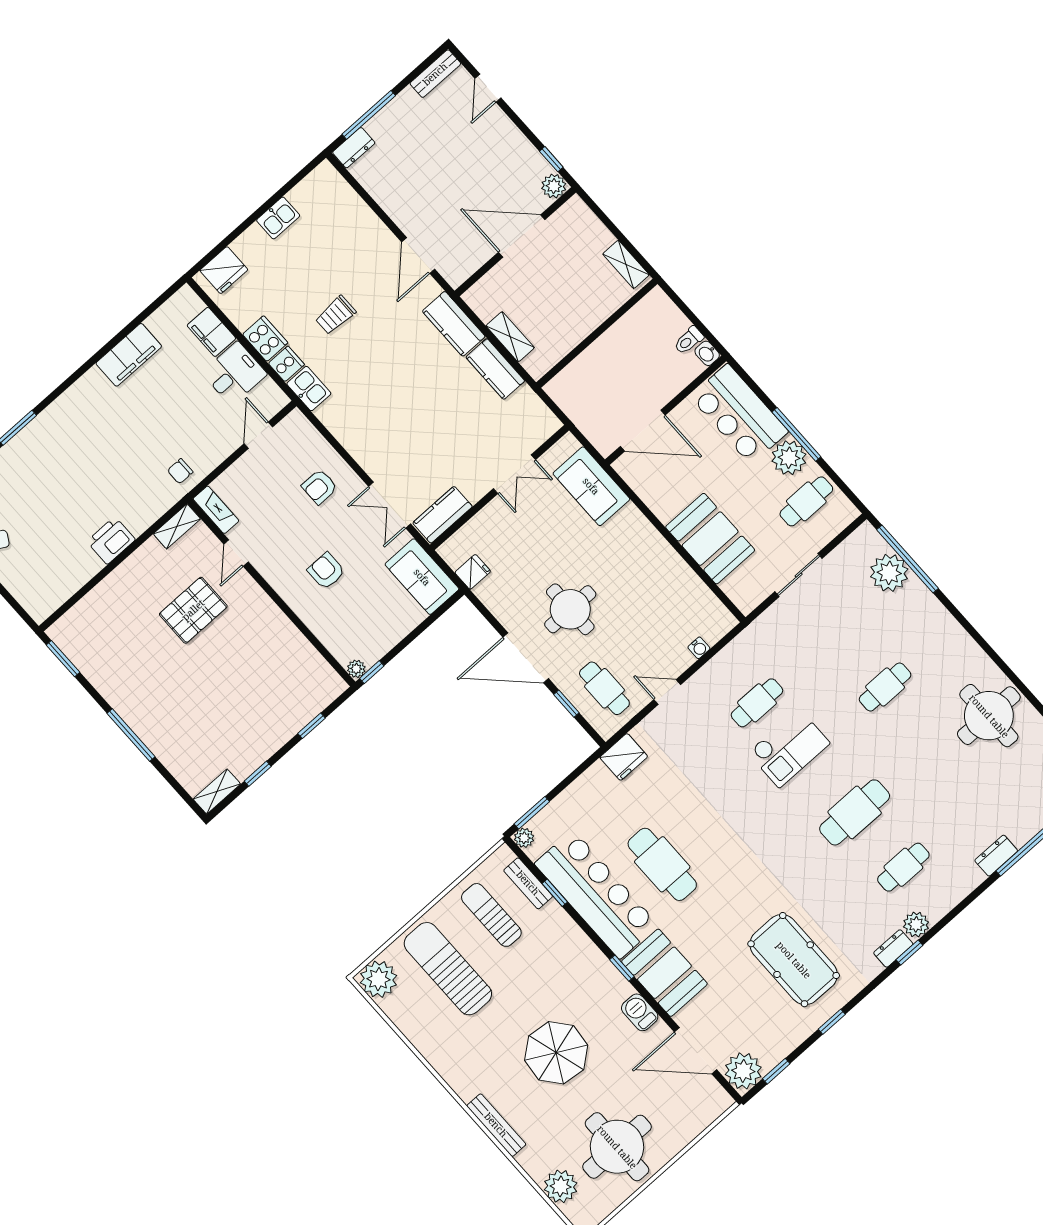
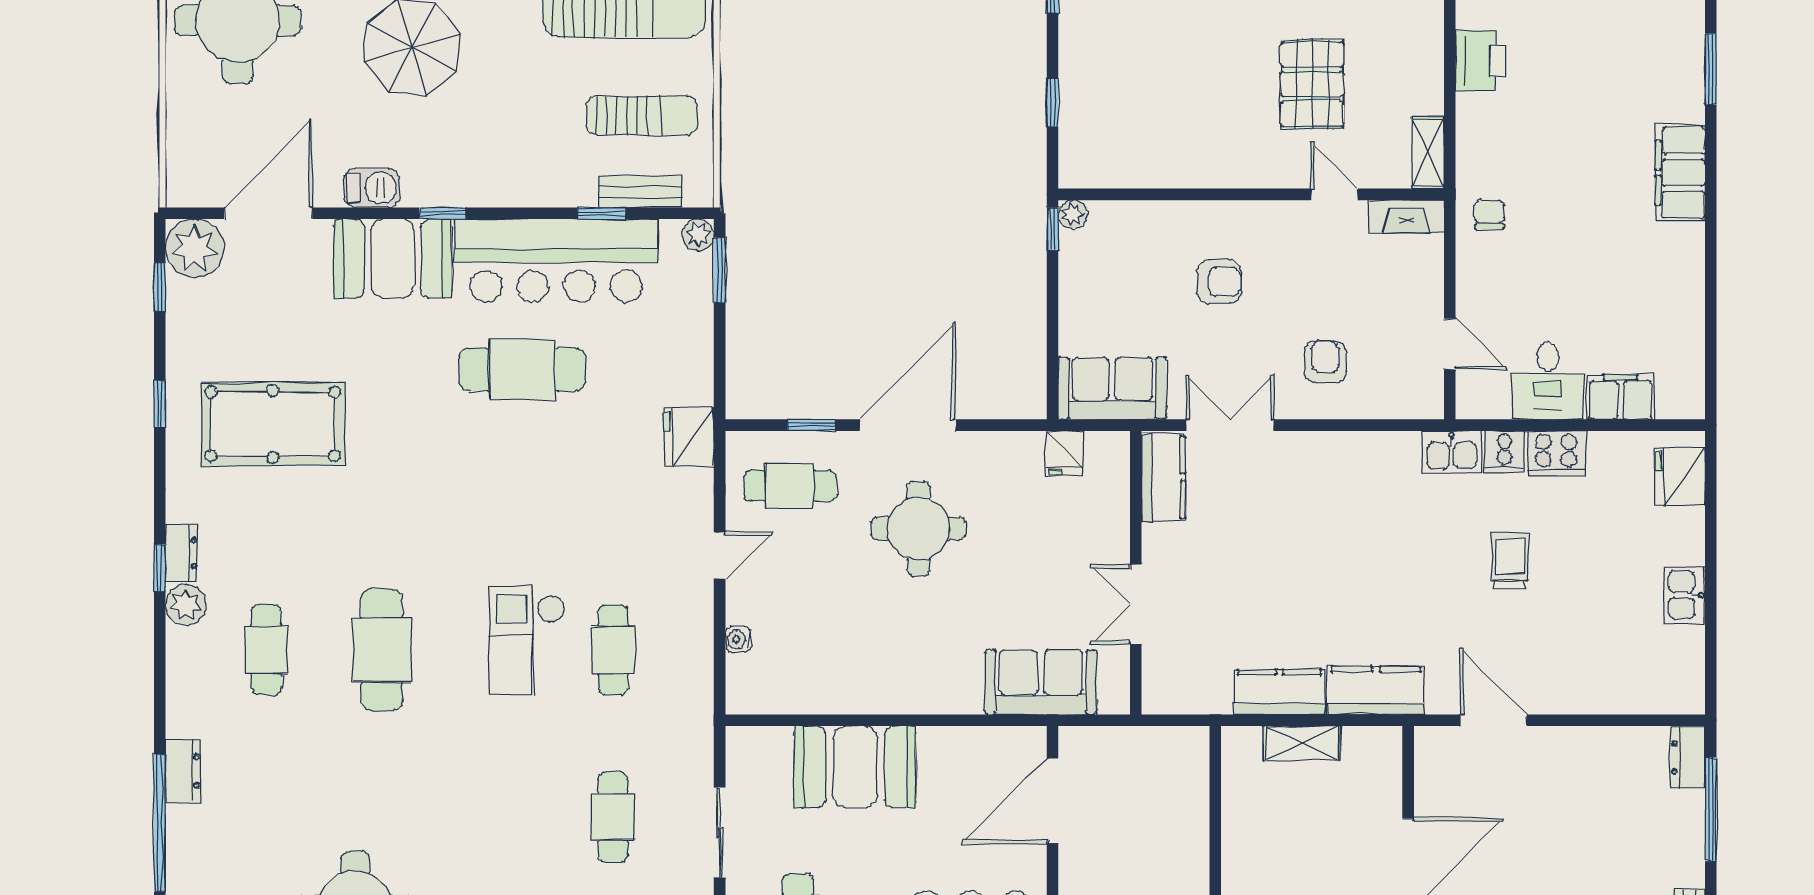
filing cabinet: (129, 355) -> (1680, 173), moved
cafe table: (885, 687) -> (613, 817), moved

